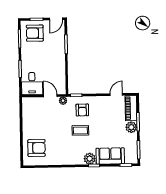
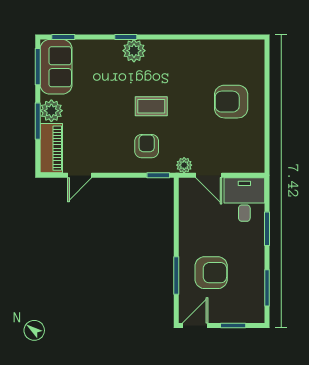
armchair: (35, 33) -> (211, 273), moved
armchair: (37, 148) -> (231, 102), moved
sofa: (110, 156) -> (56, 67), moved, turned -90

